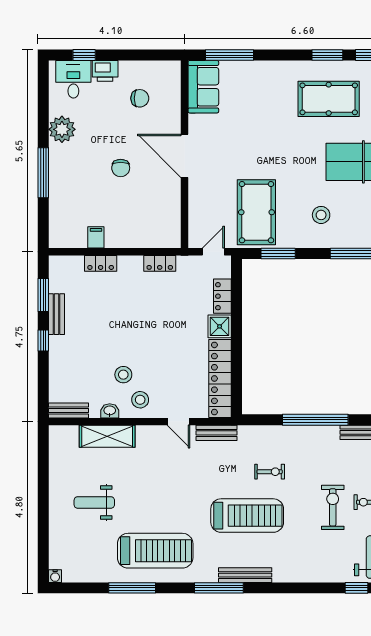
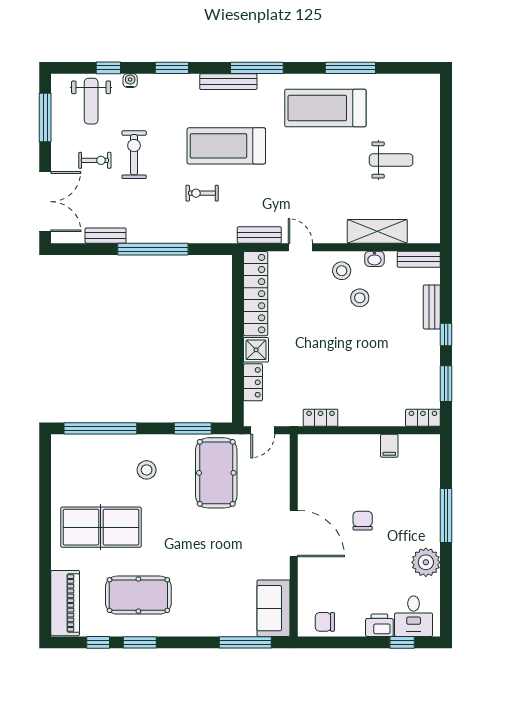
chair: (140, 98) -> (325, 622), moved
locker: (101, 263) -> (423, 418), moved
bench: (56, 314) -> (432, 307), moved
exercise bike: (333, 507) -> (134, 155), turned 180
water cooler: (55, 576) -> (130, 81), moved
window: (298, 588) -> (172, 68), added

